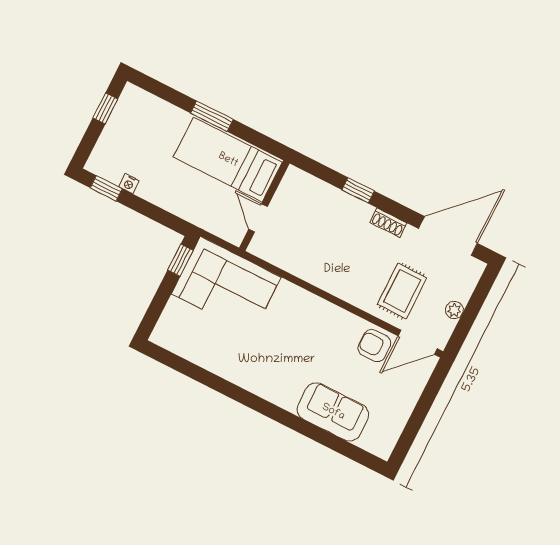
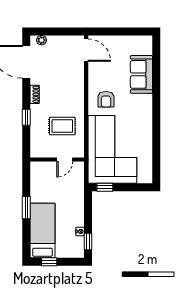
bed: (228, 160) -> (42, 231), moved, turned 180
corner sofa: (226, 285) -> (112, 149), width x1.36, depth x1.36
rug: (402, 291) -> (62, 126), moved
plant: (454, 310) -> (42, 40), moved
armchair: (374, 346) -> (106, 99), moved

